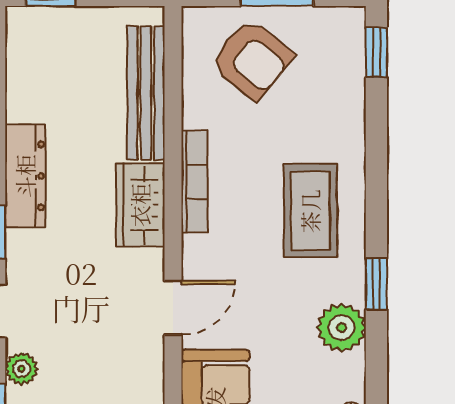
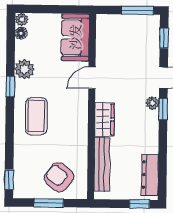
dresser: (25, 176) -> (150, 175), moved
bookcase: (194, 182) -> (83, 129), removed
plant: (21, 369) -> (152, 103), moved

